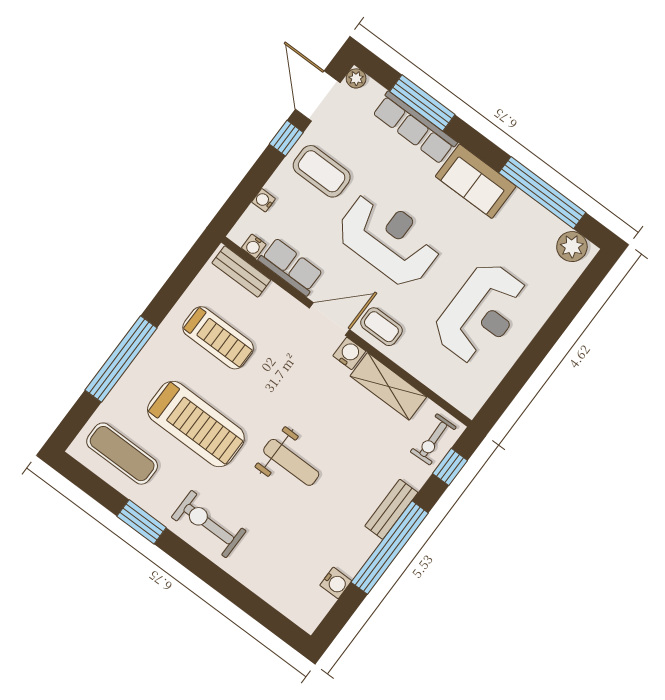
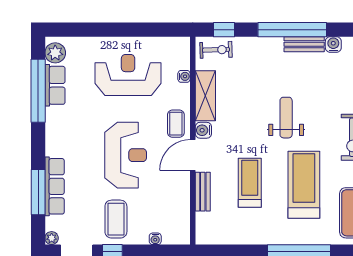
sofa: (476, 181) -> (59, 132), removed
reception desk: (389, 239) -> (126, 155), turned 180
water cooler: (254, 246) -> (184, 76), moved
row of seats: (291, 267) -> (55, 85), moved, turned 180
bench: (241, 272) -> (203, 192), moved
door: (329, 319) -> (193, 155), hinge flipped
treadmill: (218, 338) -> (250, 183), moved
bench: (391, 509) -> (304, 44), moved

